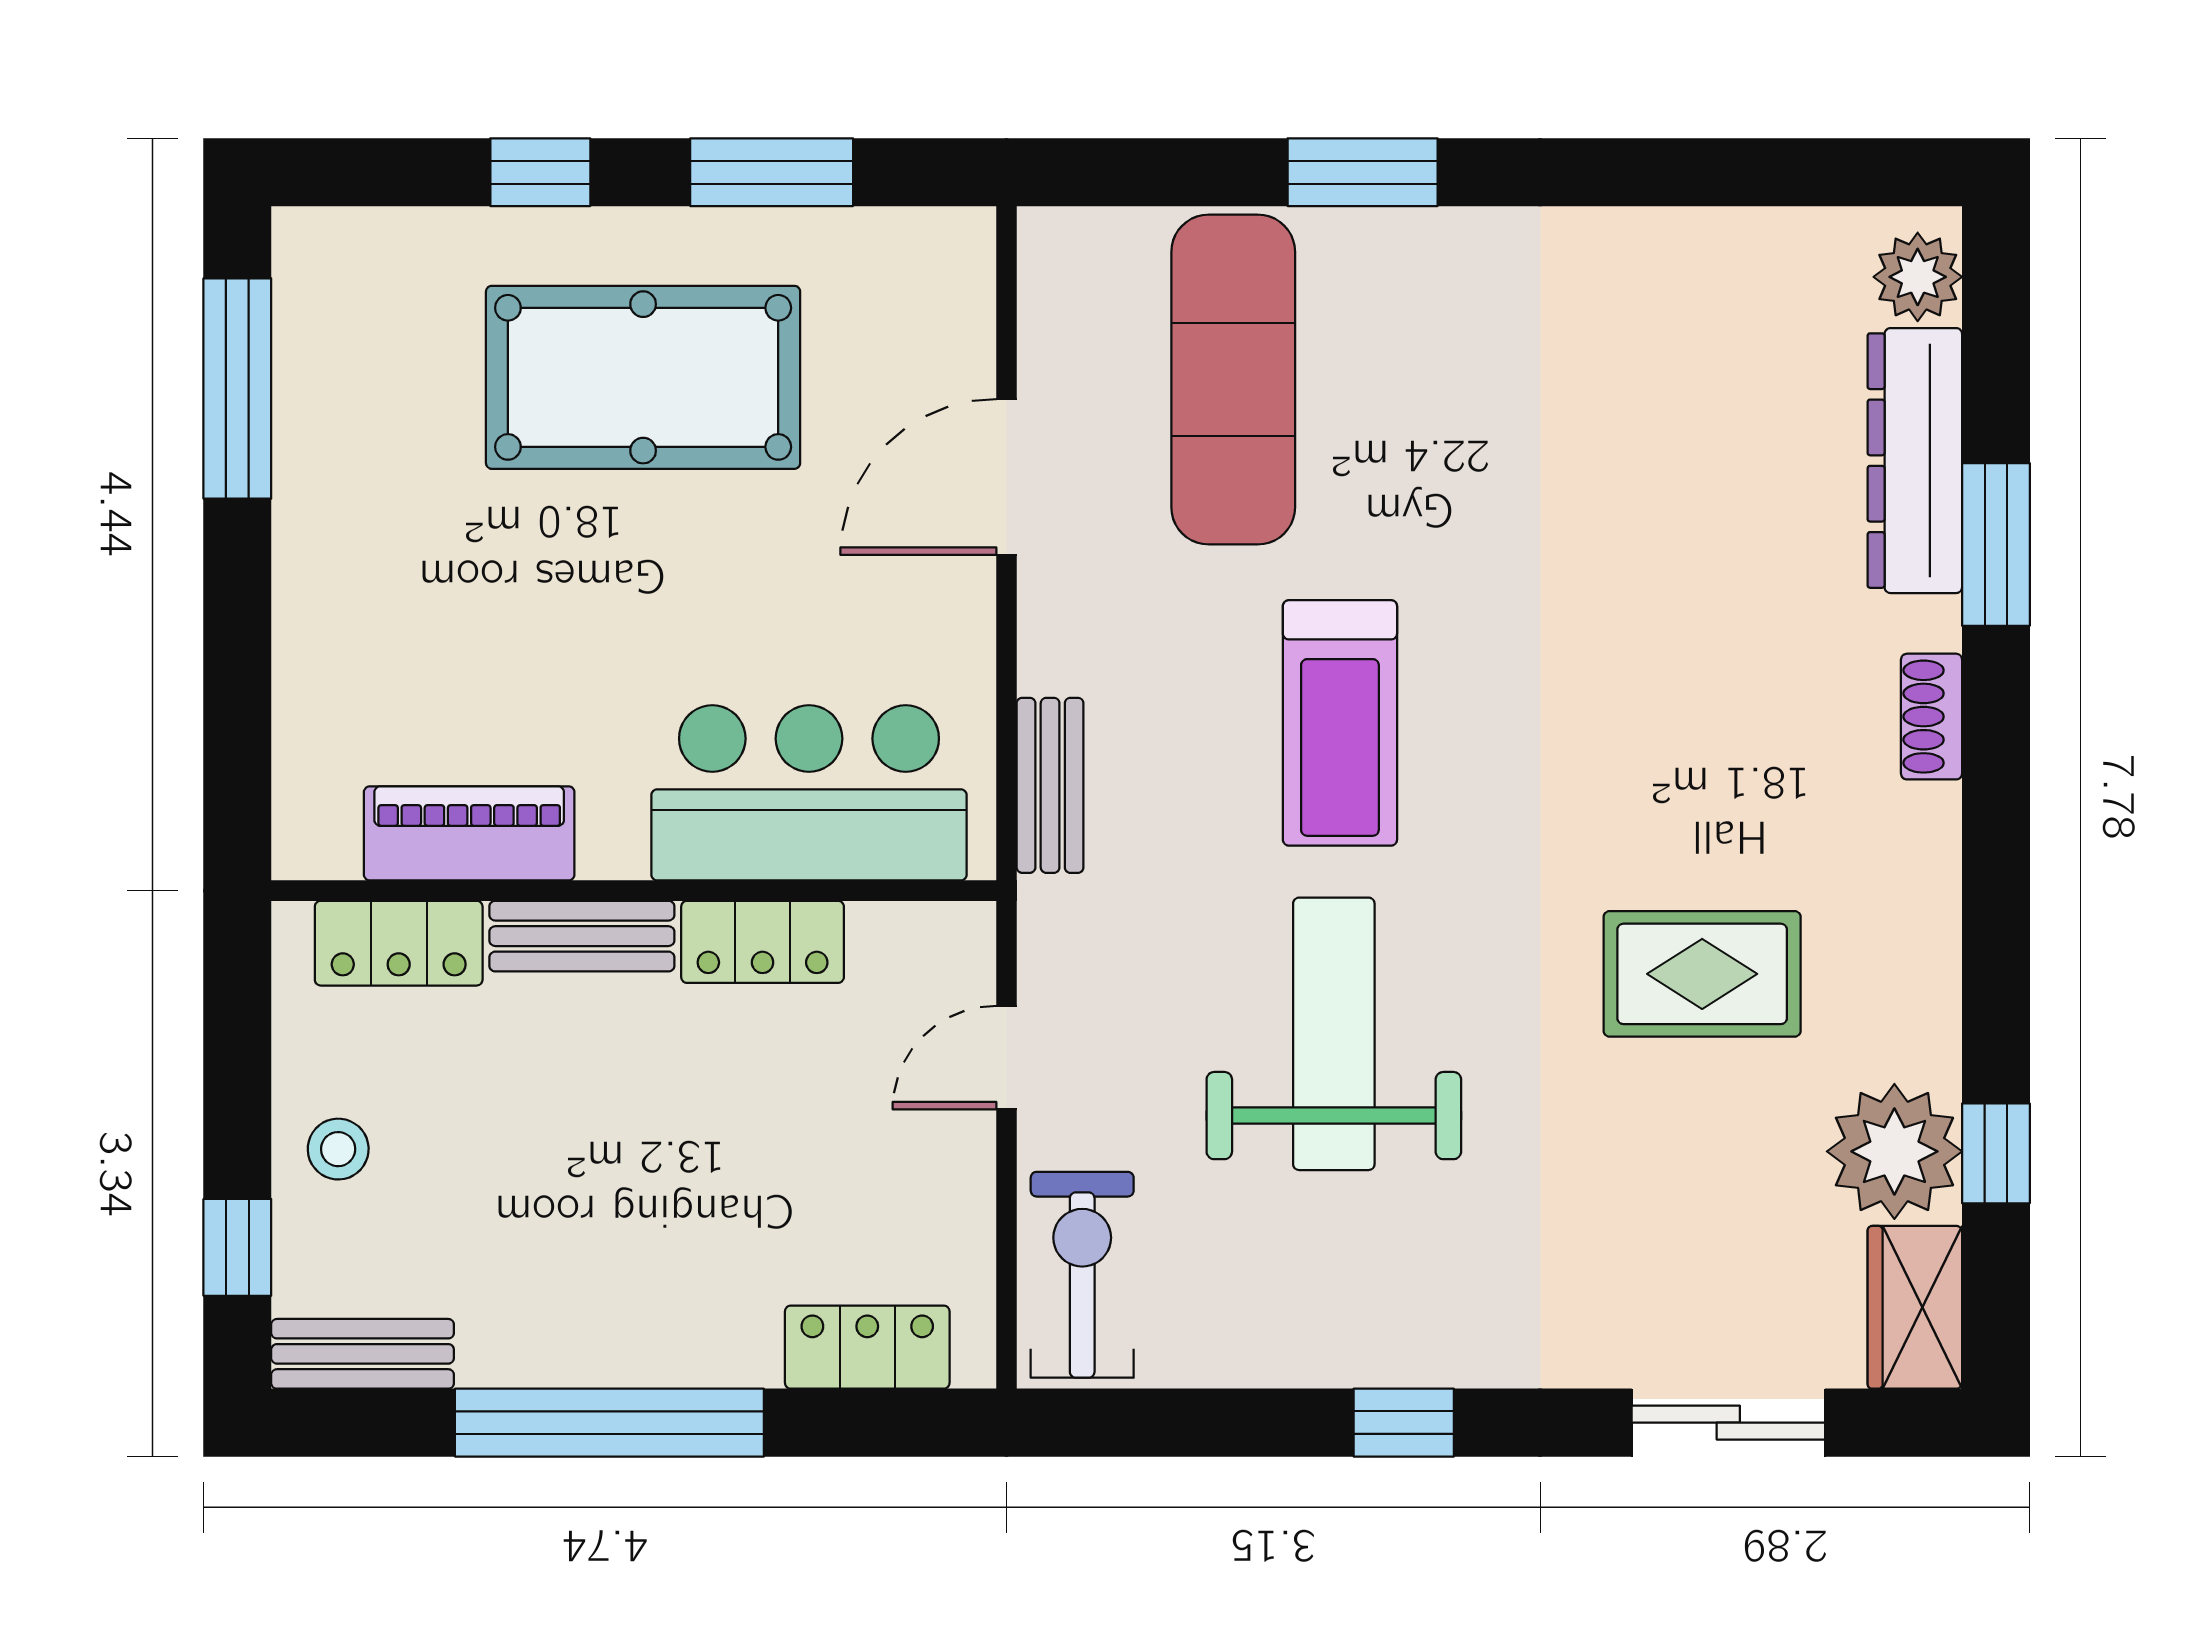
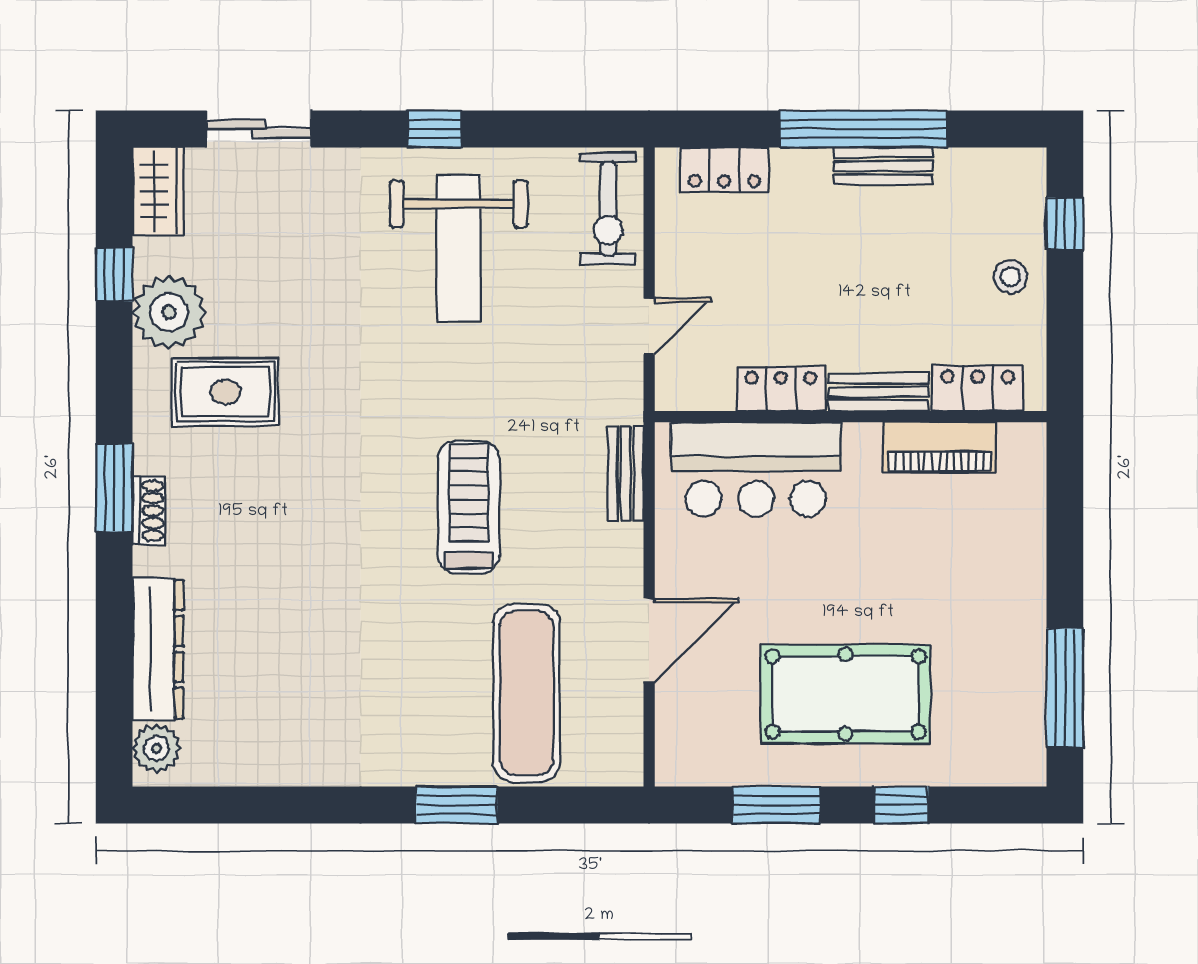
window: (1996, 544) -> (114, 488), moved
rug: (1702, 974) -> (225, 392), moved
weight bench: (1334, 1034) -> (459, 248), moved
plant: (1894, 1151) -> (169, 312), moved
bench: (363, 1354) -> (883, 166), moved

